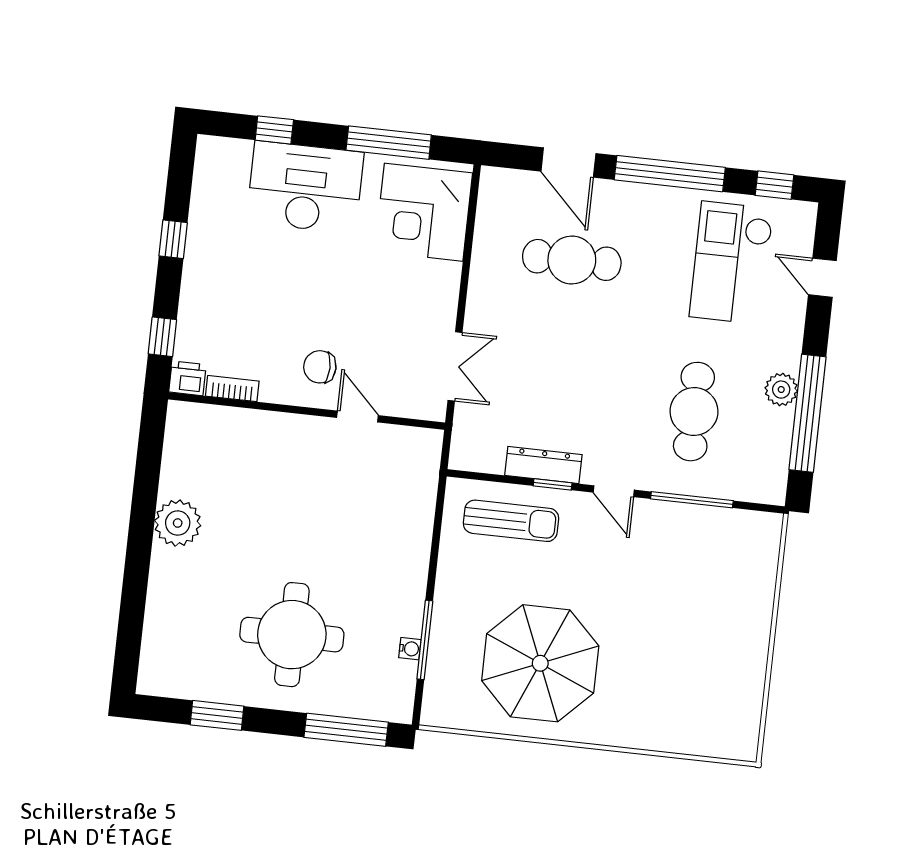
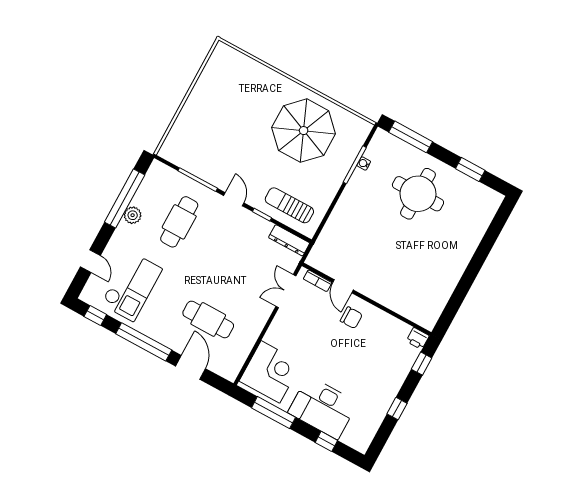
bookcase: (232, 389) -> (318, 281), moved
dresser: (543, 465) -> (289, 240), moved
plant: (178, 523) -> (451, 270), removed

